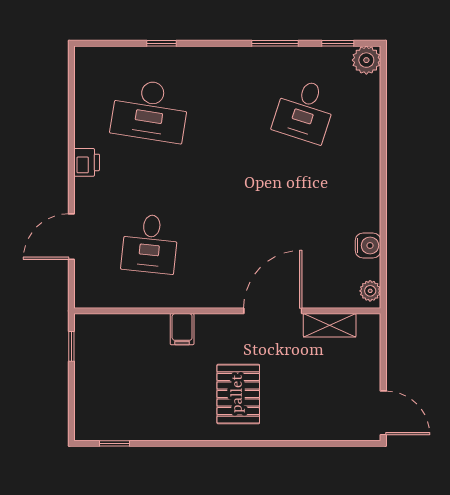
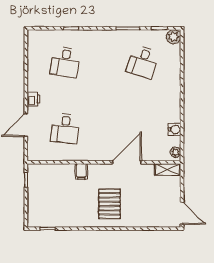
desk: (150, 110) -> (65, 62), width x0.73
printer: (87, 162) -> (34, 99), moved
shelving: (330, 325) -> (168, 169), moved

